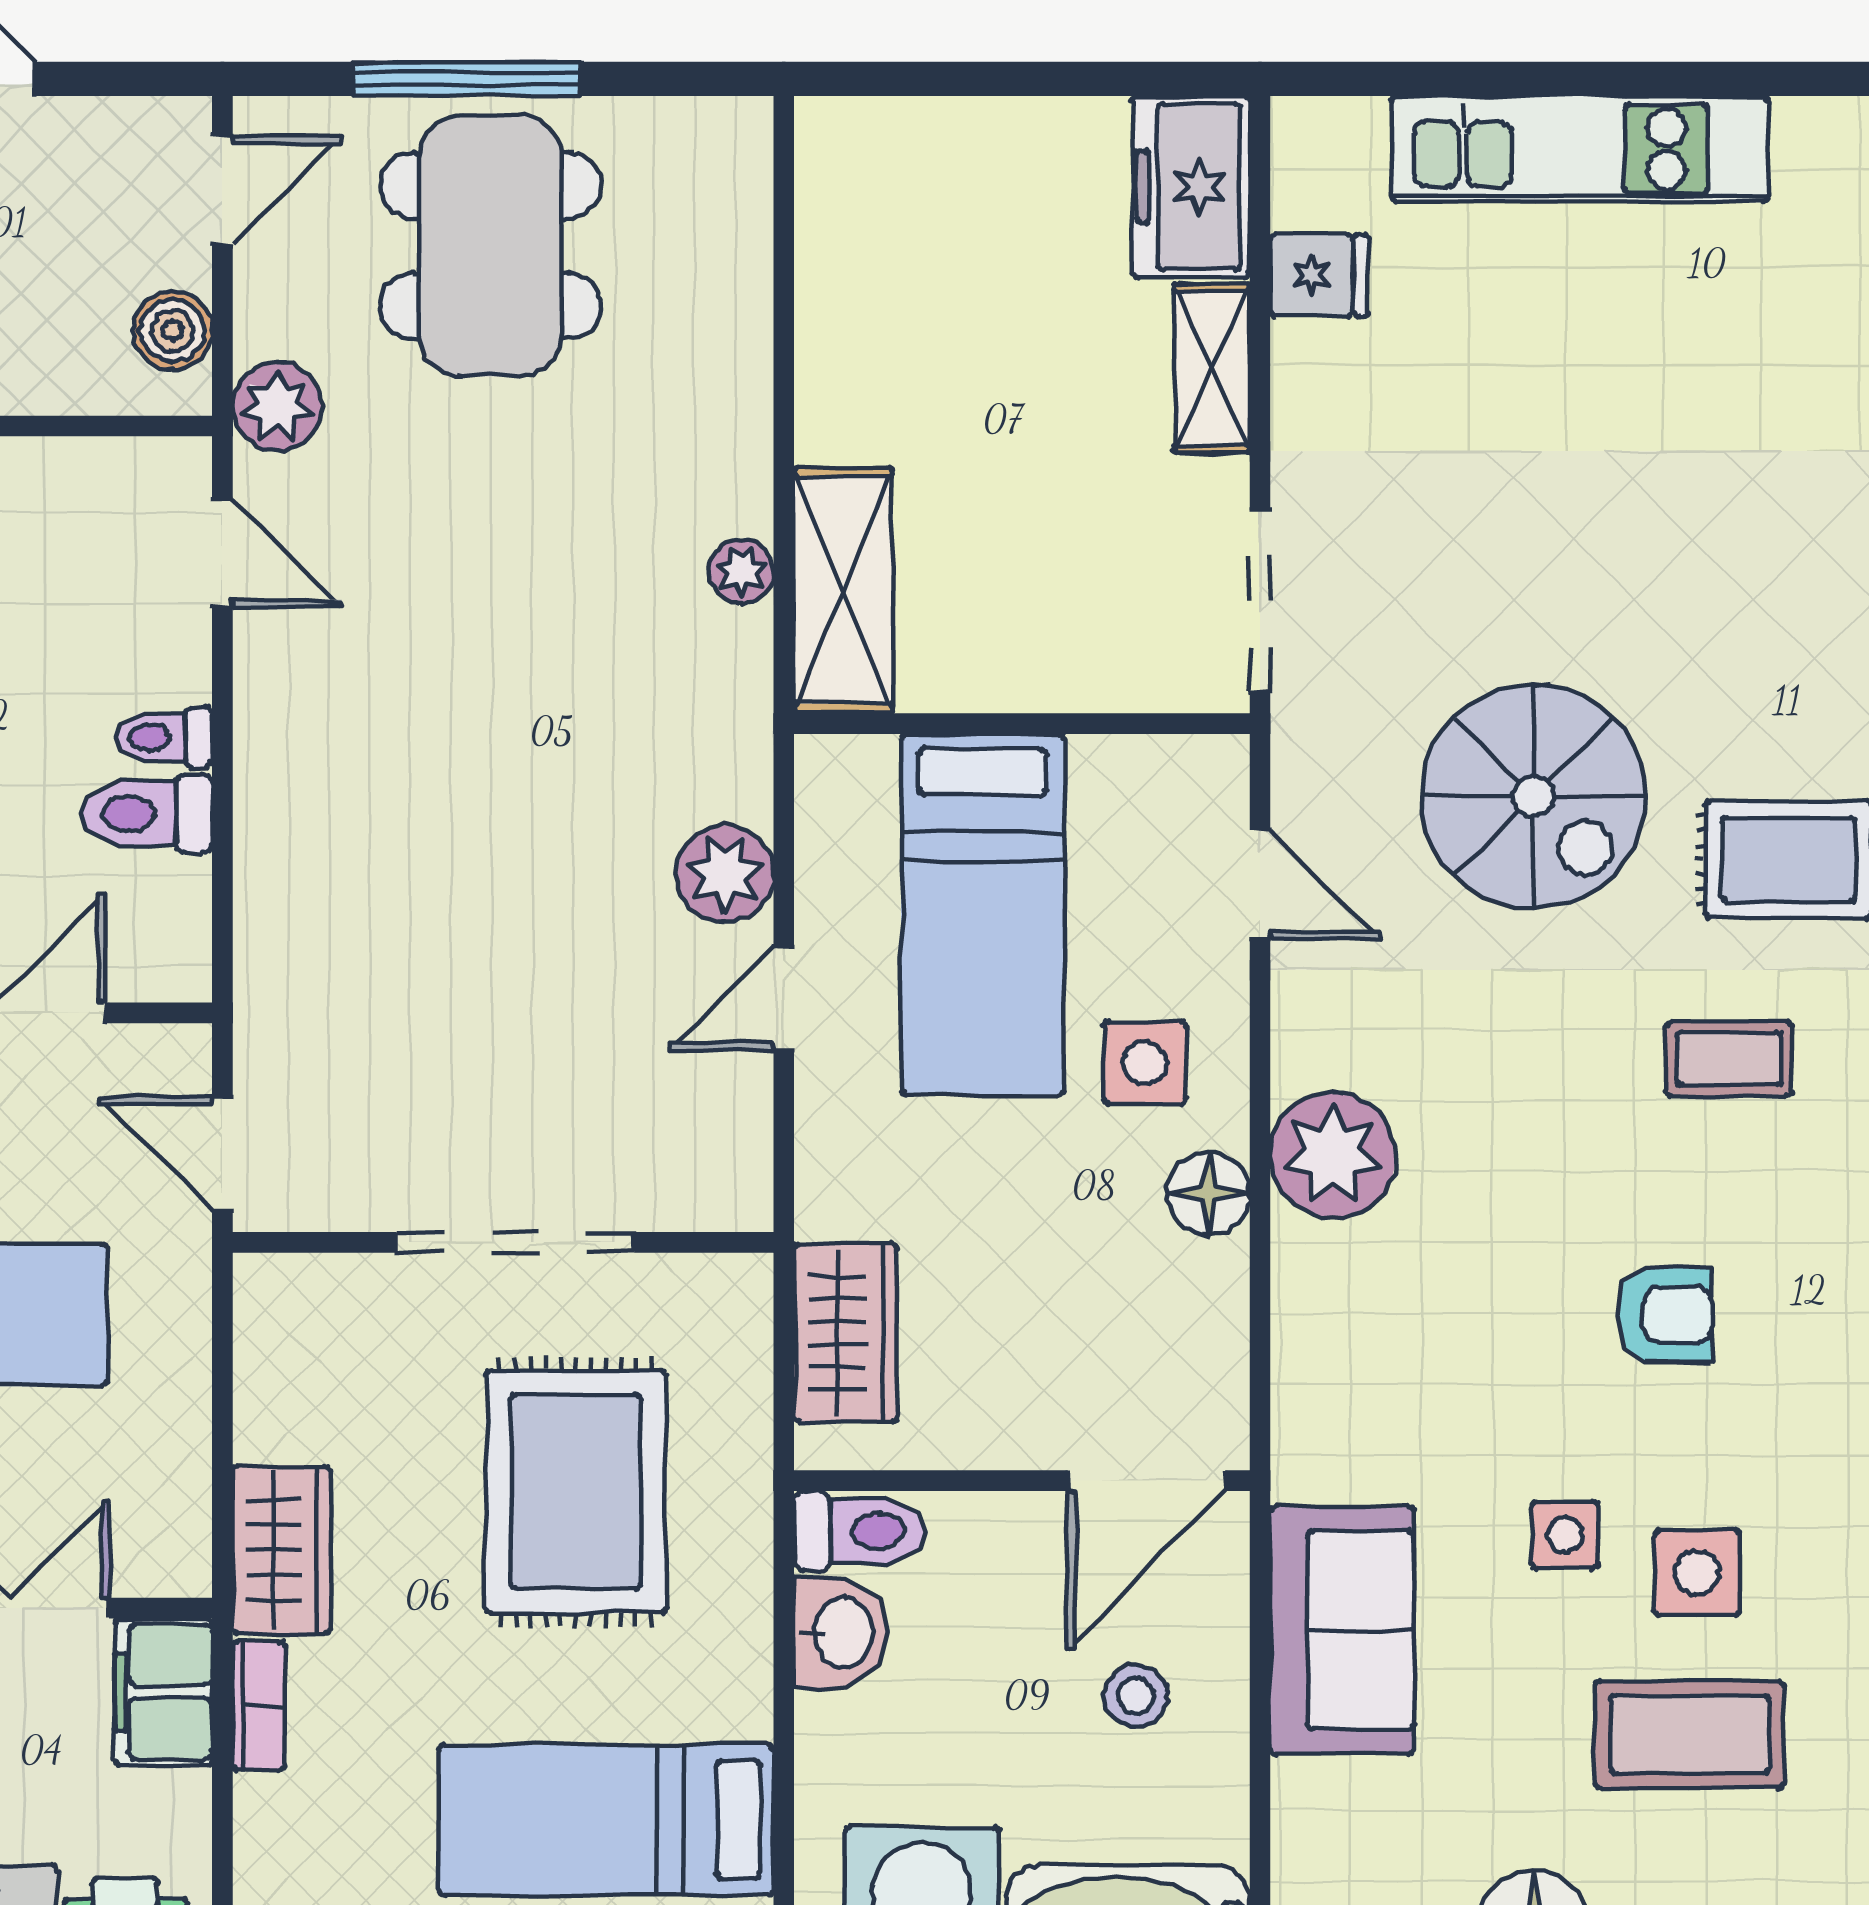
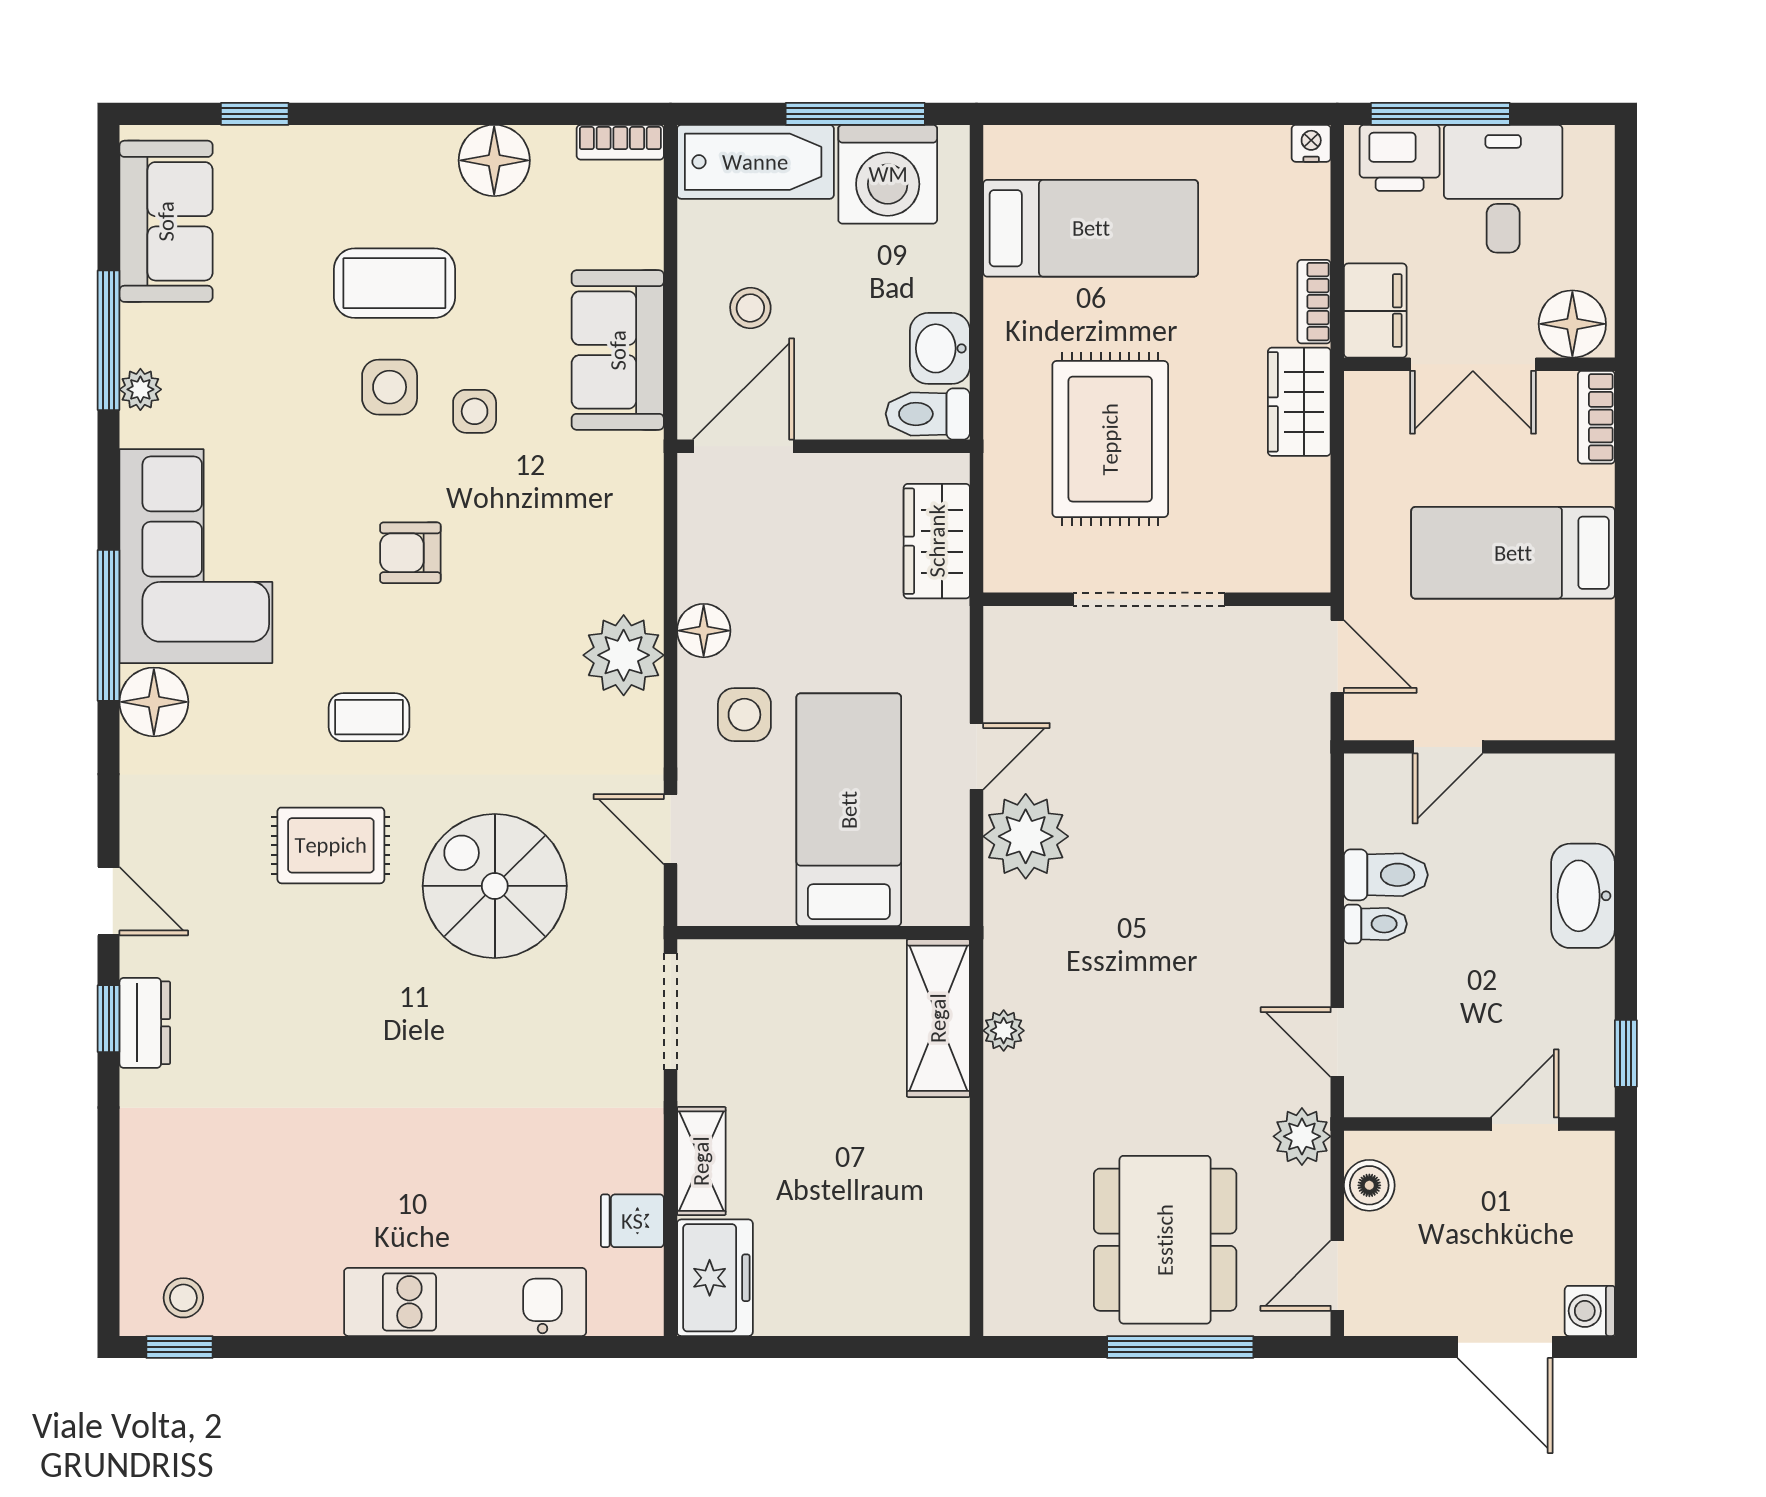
plant: (725, 874) -> (1026, 836), width x1.36, depth x1.36

